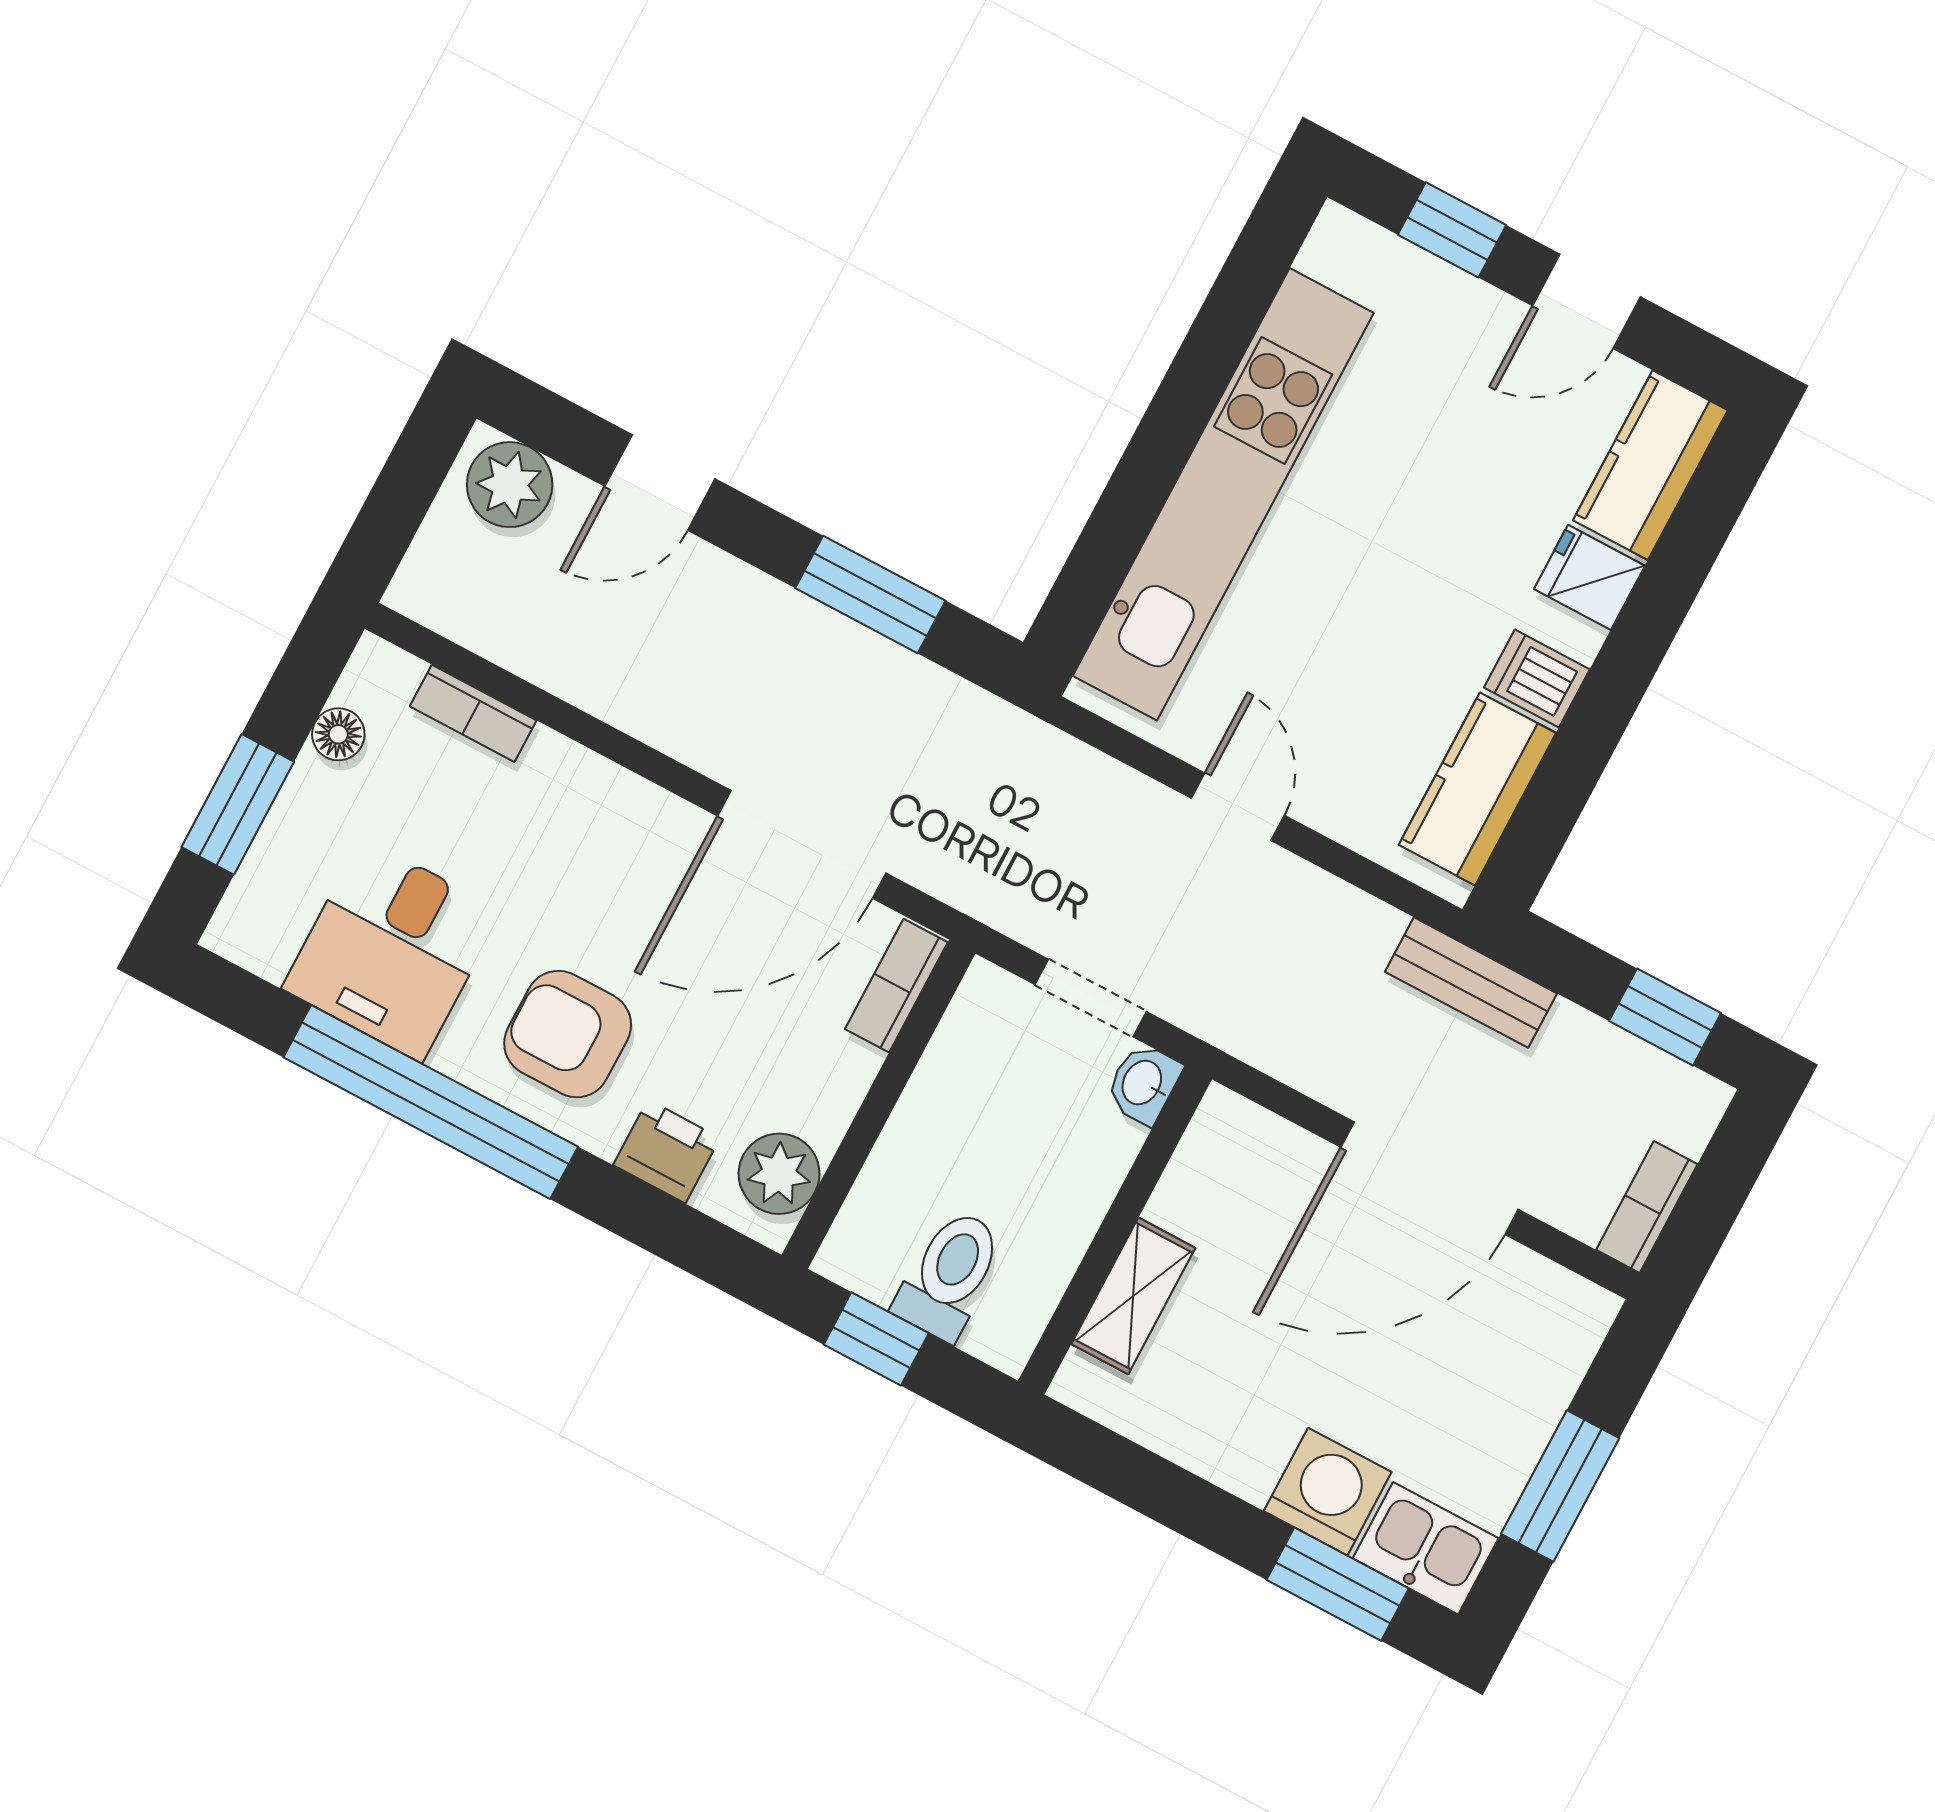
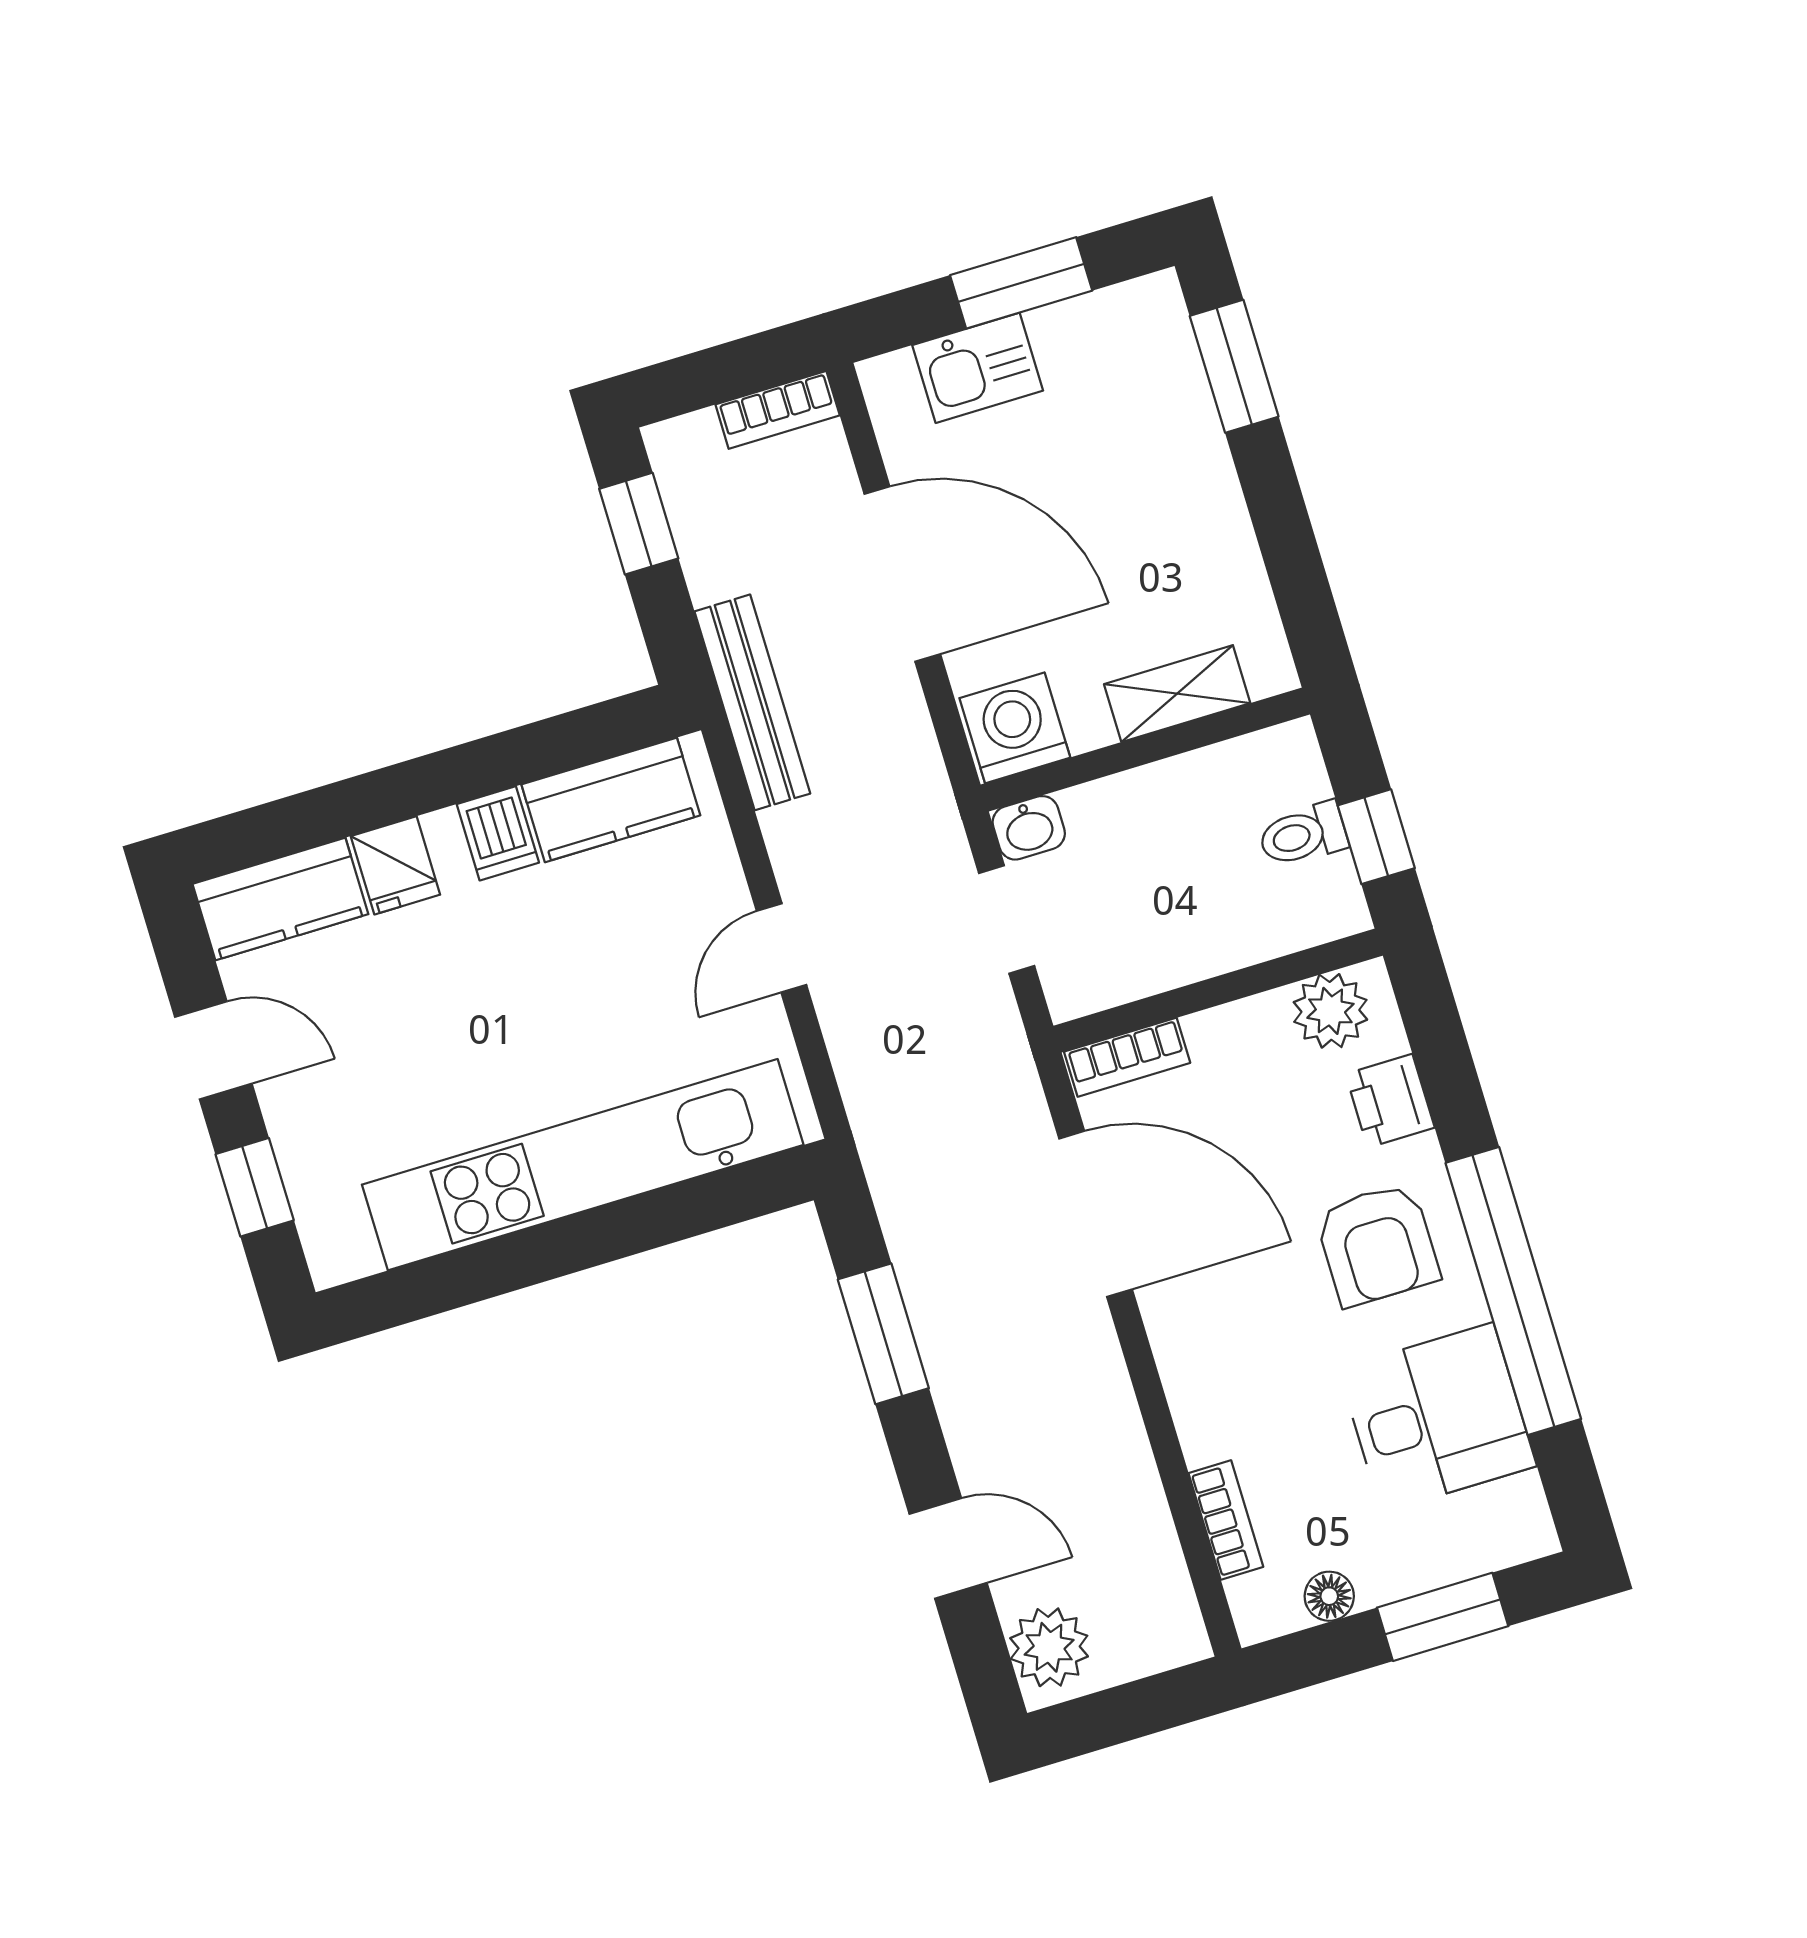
bench: (1471, 983) -> (752, 702), width x1.36
toilet: (950, 1275) -> (1303, 835), width x0.73, depth x0.72
washing machine: (1328, 1492) -> (1015, 728), moved, turned 90
kitchen sink: (1426, 1548) -> (978, 368), moved, turned -90

